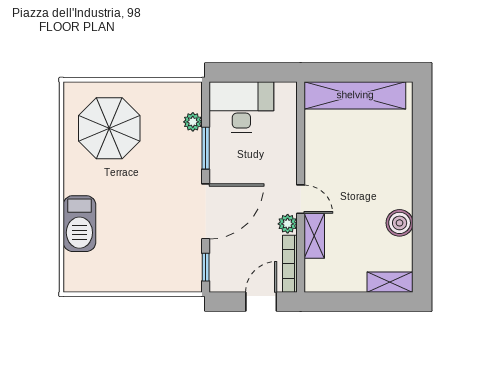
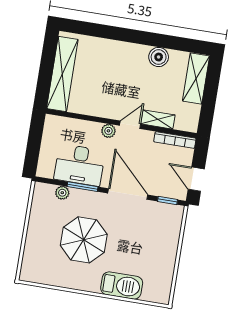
desk: (241, 107) -> (79, 165), moved, turned -90
parasol: (109, 128) -> (84, 240), moved
plant: (288, 224) -> (108, 131), moved
shelving: (390, 282) -> (196, 79), width x1.50, depth x1.33
door: (261, 302) -> (196, 179), moved

